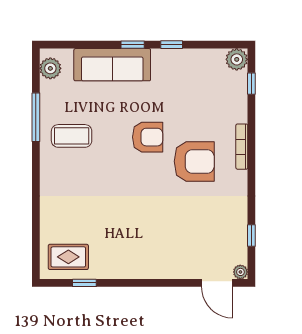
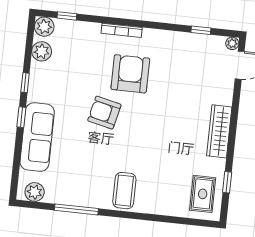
plant: (209, 59) -> (42, 51), added
coffee table: (72, 136) -> (124, 191), moved
armchair: (148, 137) -> (104, 113), turned -77
wardrobe: (140, 268) -> (219, 131), added

